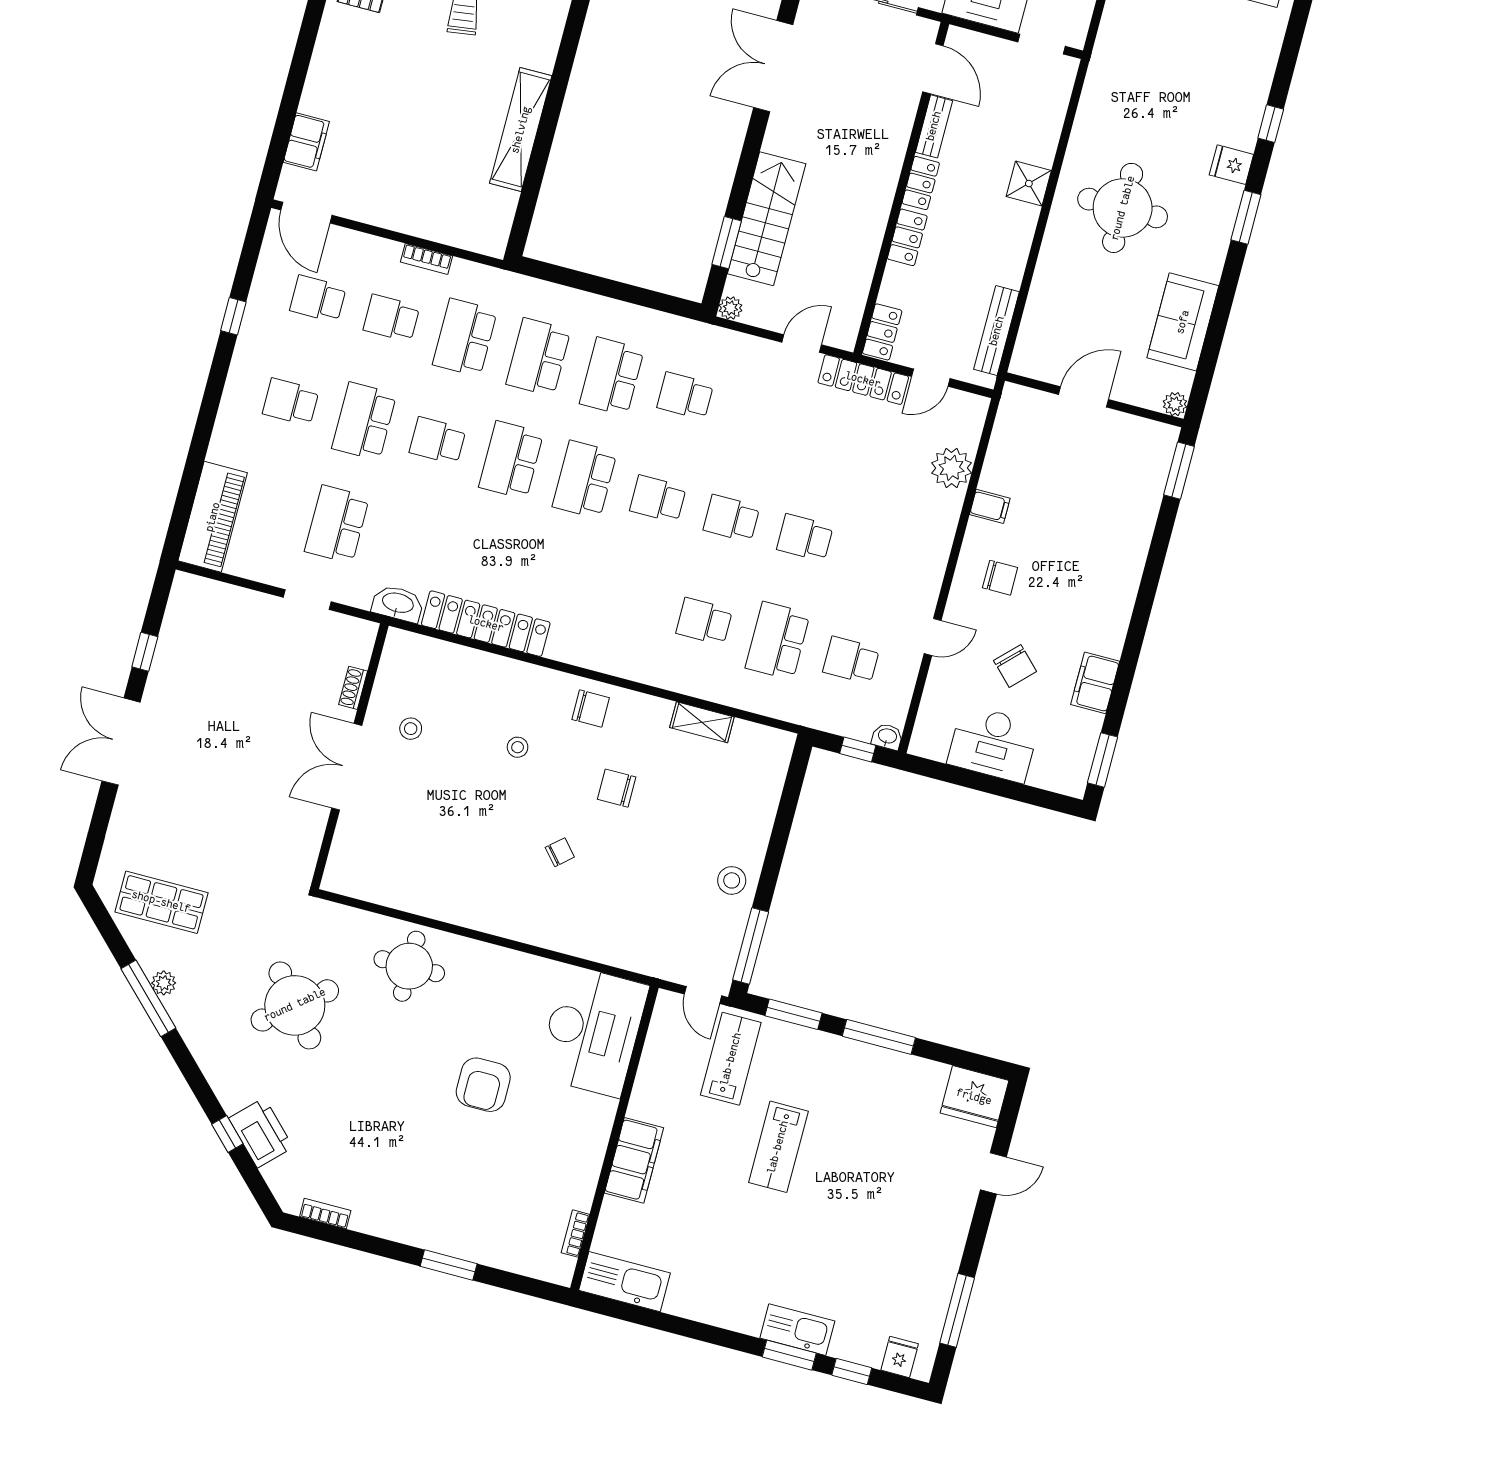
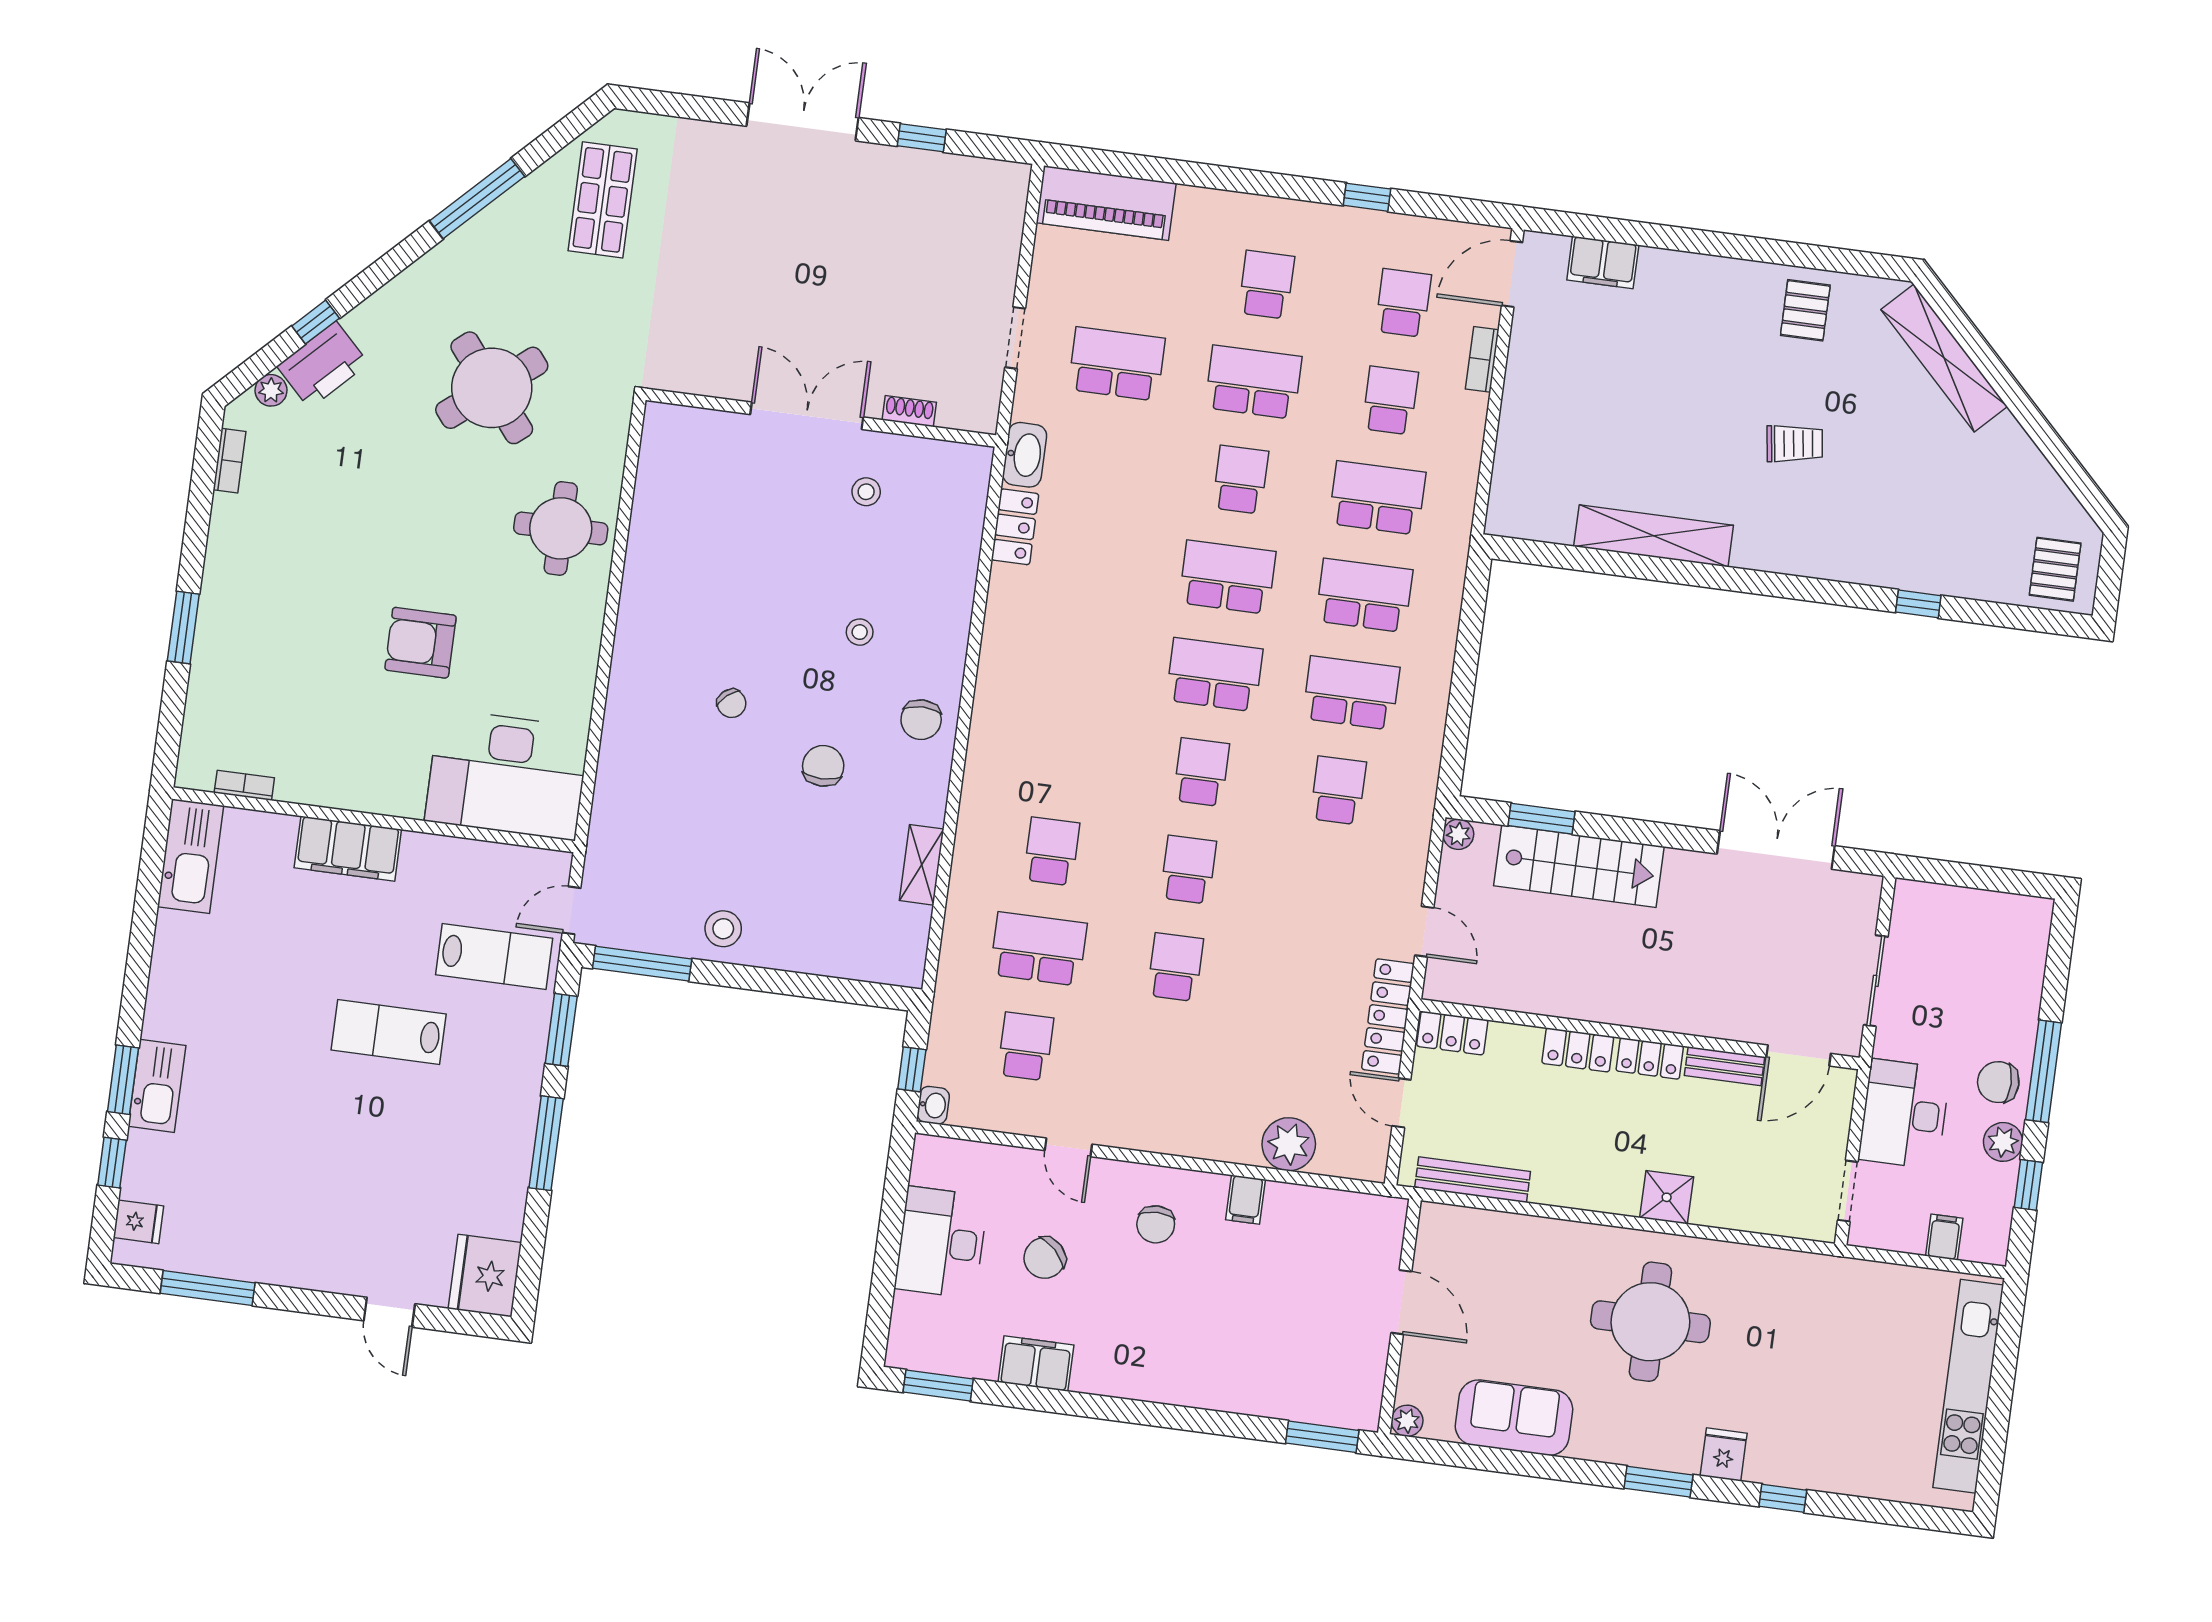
bookcase: (426, 259) -> (1482, 359), moved
locker: (486, 624) -> (1015, 527), width x0.46, depth x0.83
plant: (164, 983) -> (271, 390), moved

